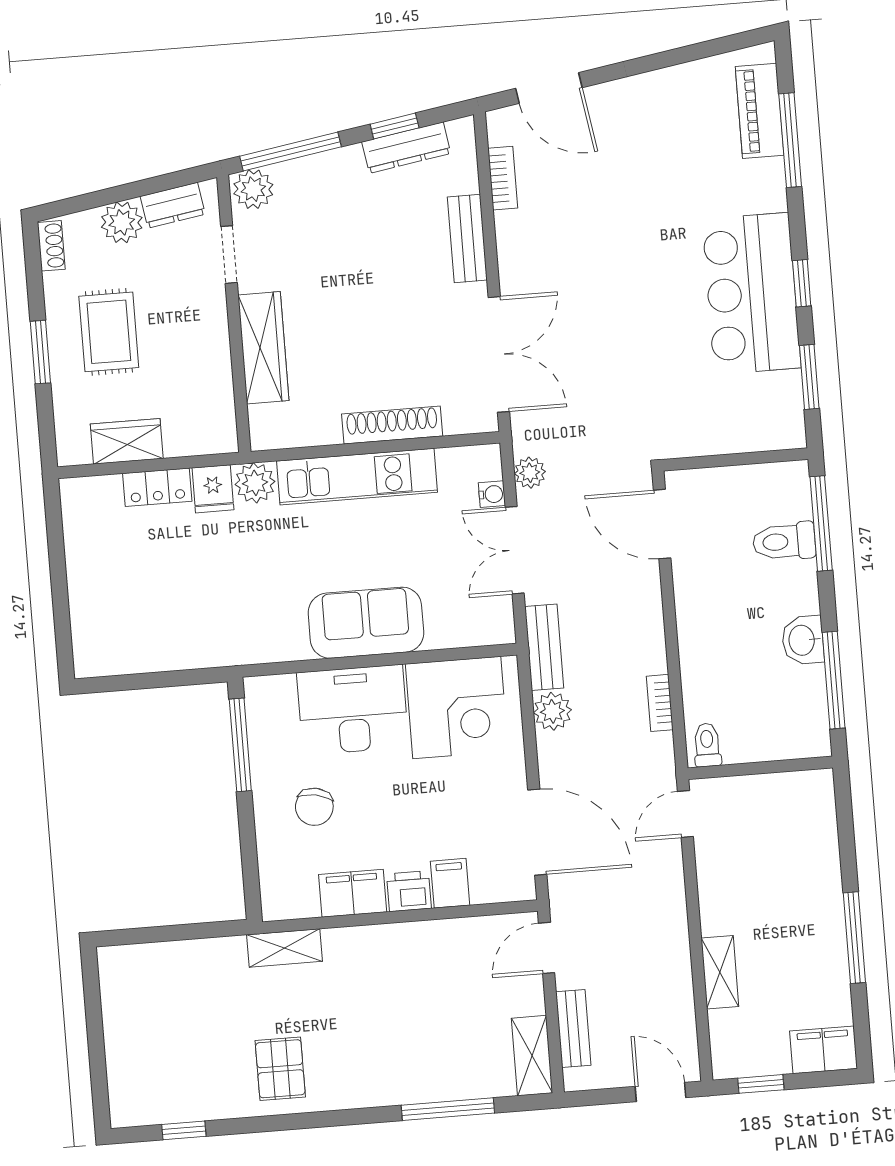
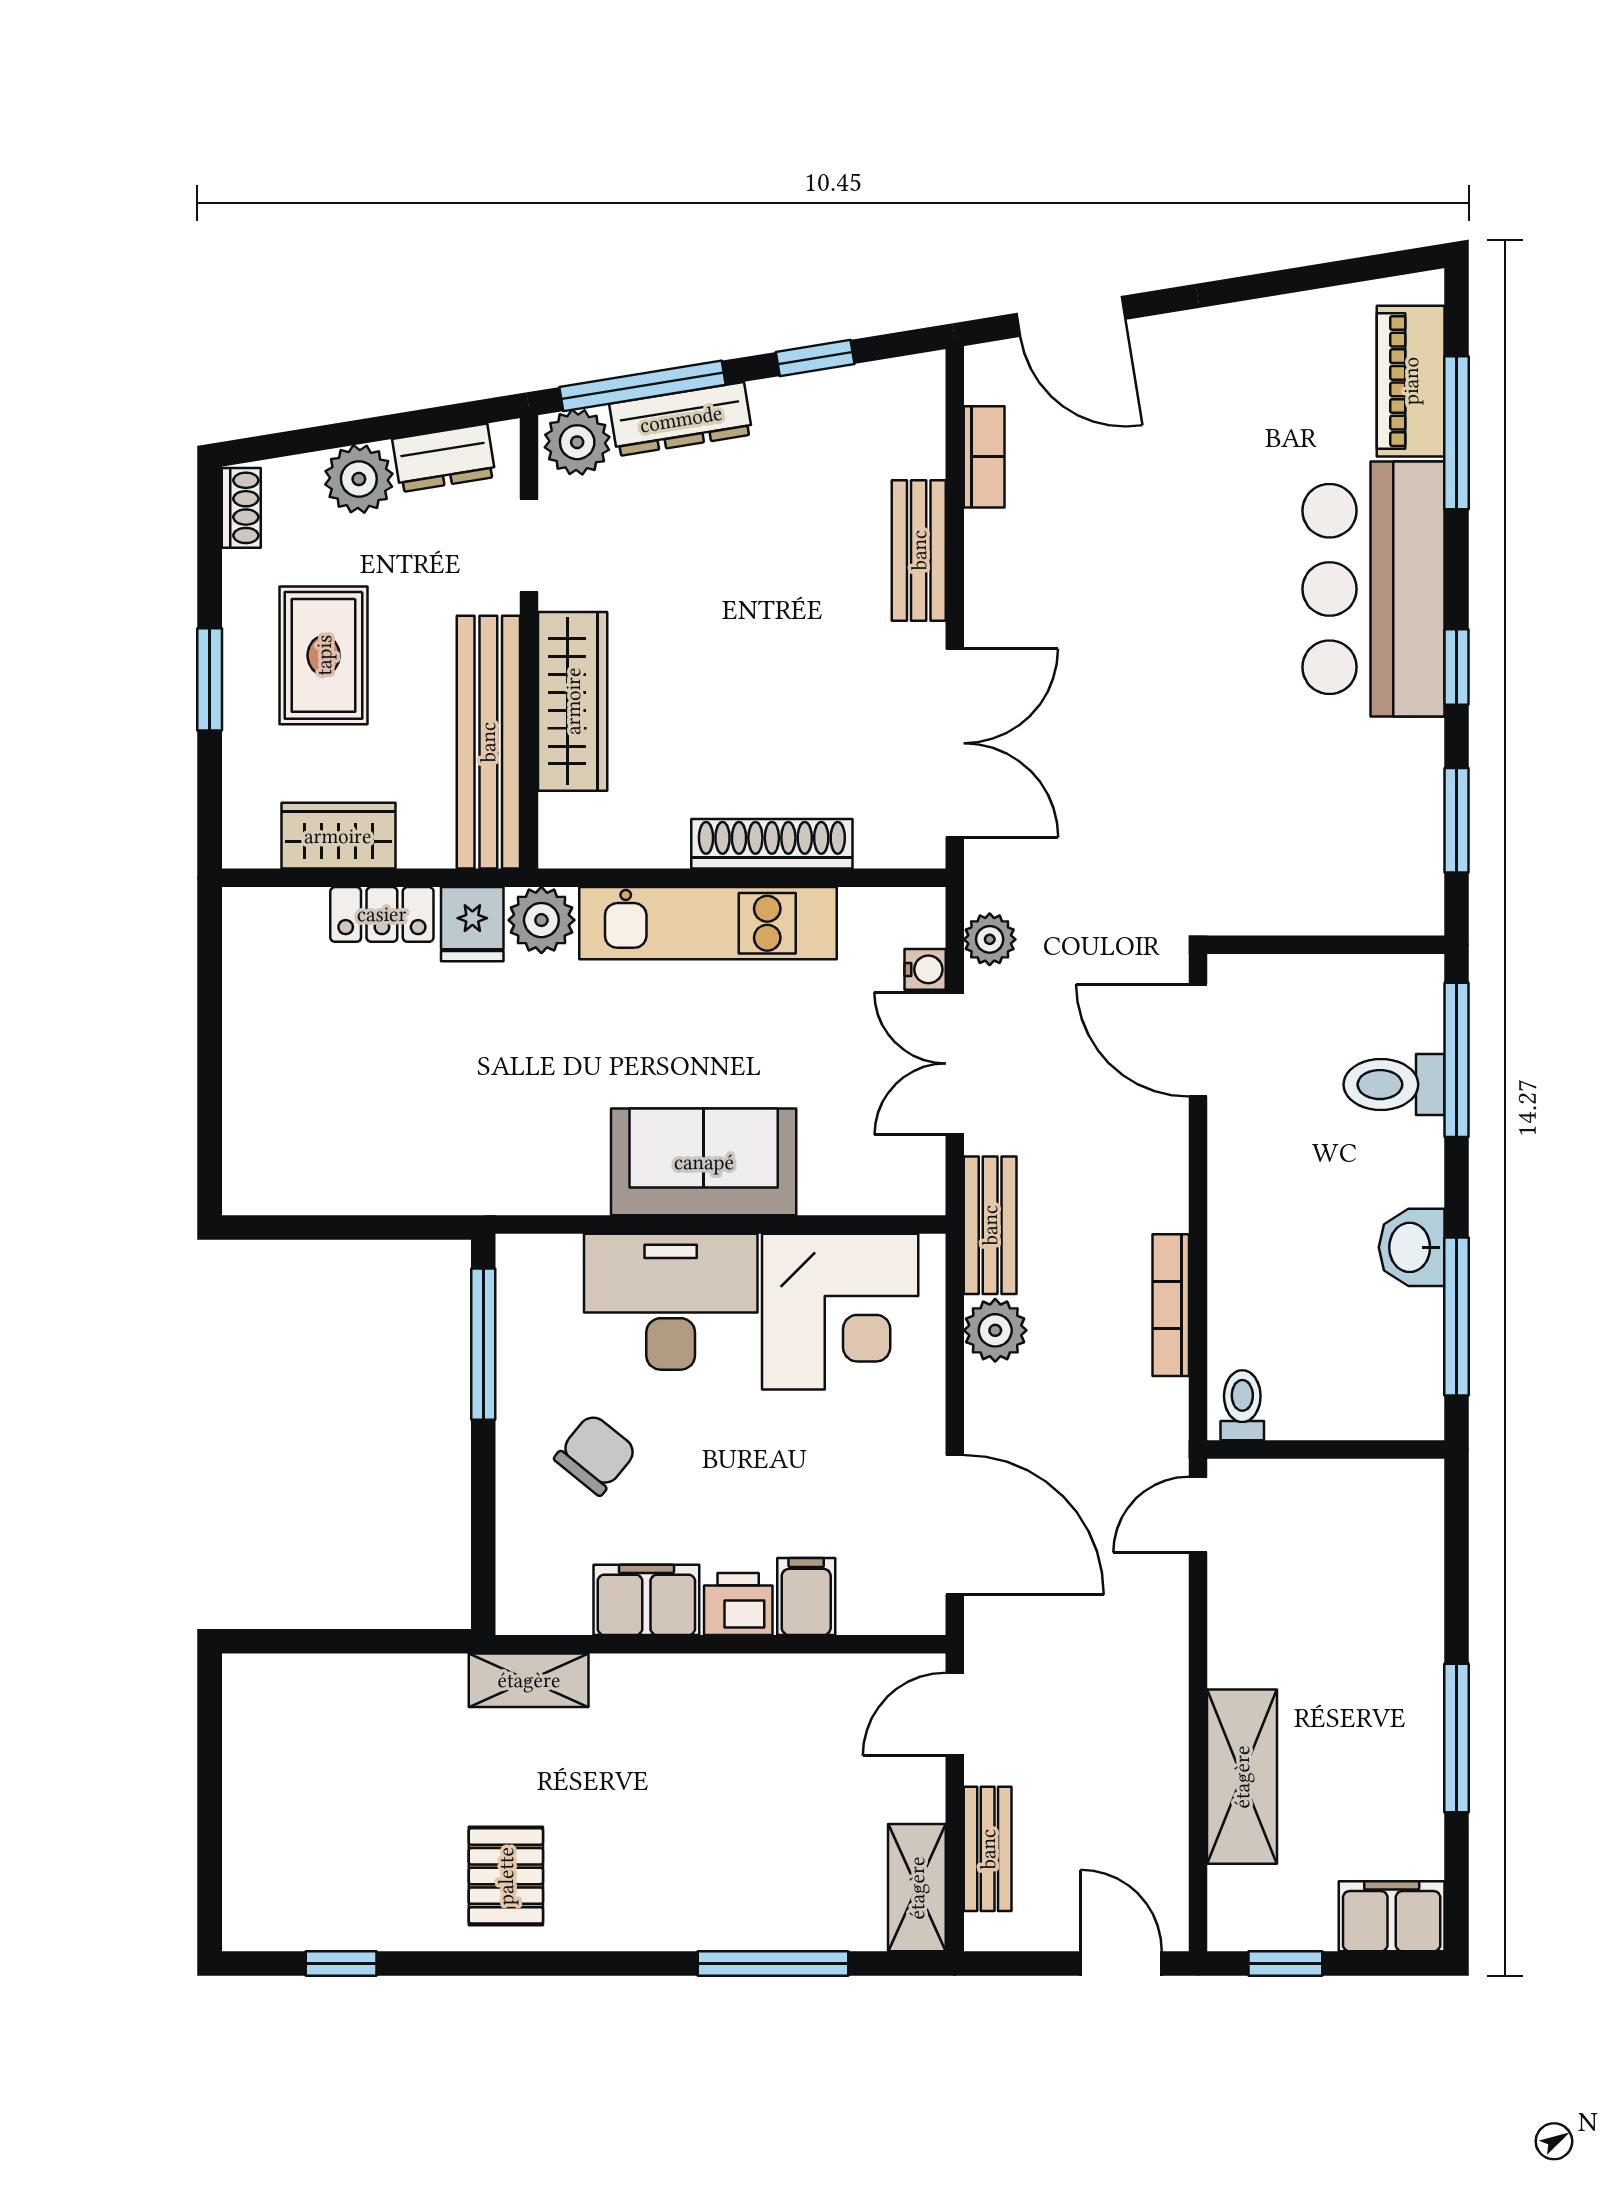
dresser: (406, 148) -> (681, 419), moved
bar counter: (751, 293) -> (1373, 589), moved
bench: (214, 377) -> (488, 742), added
bookcase: (660, 703) -> (1171, 1305), width x1.56
chair: (314, 807) -> (596, 1454), turned -152
shelving: (720, 972) -> (1242, 1777), width x1.50, depth x1.33

